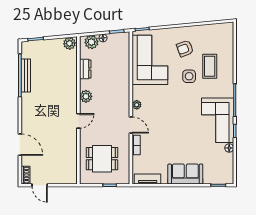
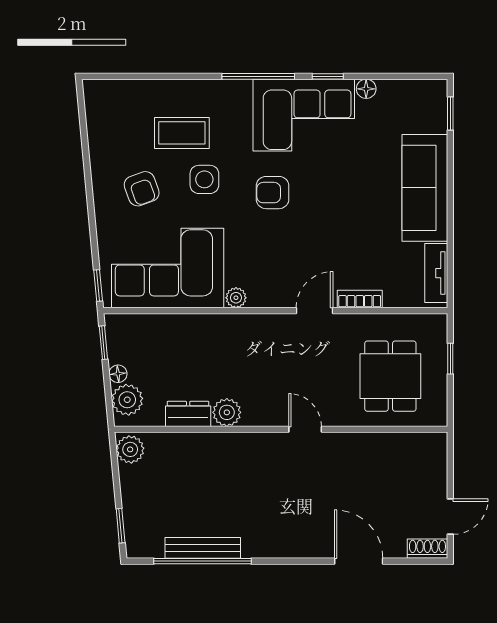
plant: (86, 96) -> (227, 412), moved
plant: (137, 105) -> (236, 298), moved
armchair: (183, 106) -> (273, 193), added
door: (20, 145) -> (359, 561), hinge flipped
sofa: (185, 174) -> (425, 188), width x1.36

